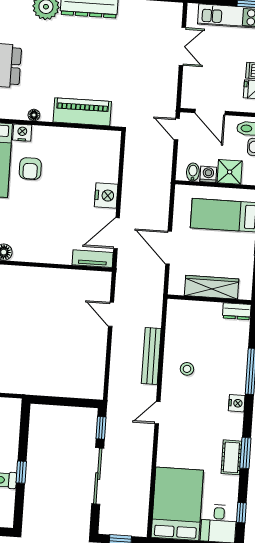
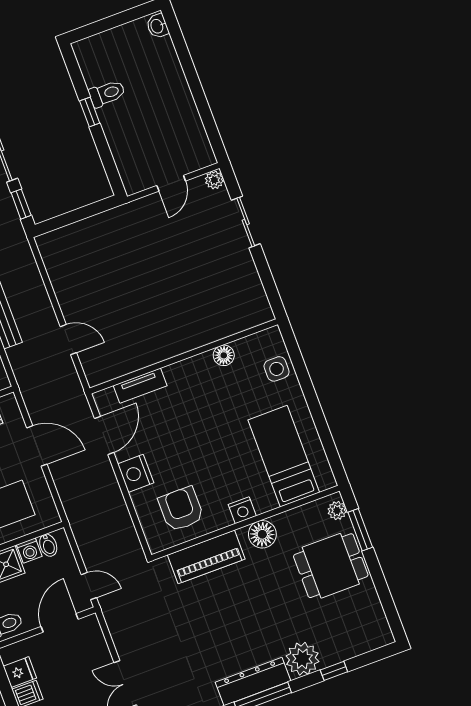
door: (210, 112) -> (60, 623), hinge flipped
floor lamp: (34, 115) -> (262, 534), width x1.89, depth x1.89
nightstand: (22, 133) -> (242, 510), moved
armchair: (30, 169) -> (181, 509), moved, width x1.38, depth x1.38
tv unit: (93, 259) -> (140, 386), moved

